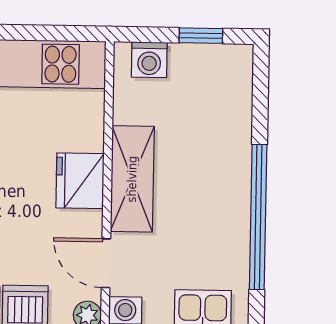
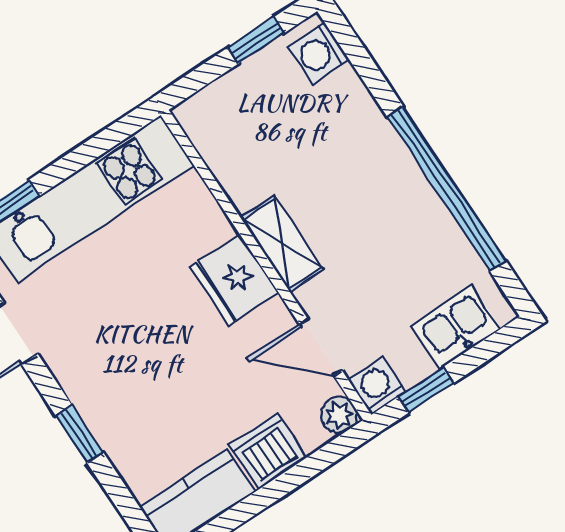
washing machine: (149, 60) -> (318, 53), moved, turned 90
shelving: (132, 179) -> (282, 244), width x0.67, depth x0.75

